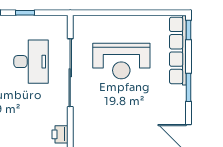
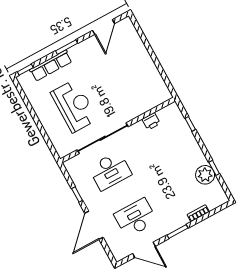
row of seats: (178, 50) -> (51, 66), width x0.73
desk: (31, 62) -> (110, 171), turned 180

